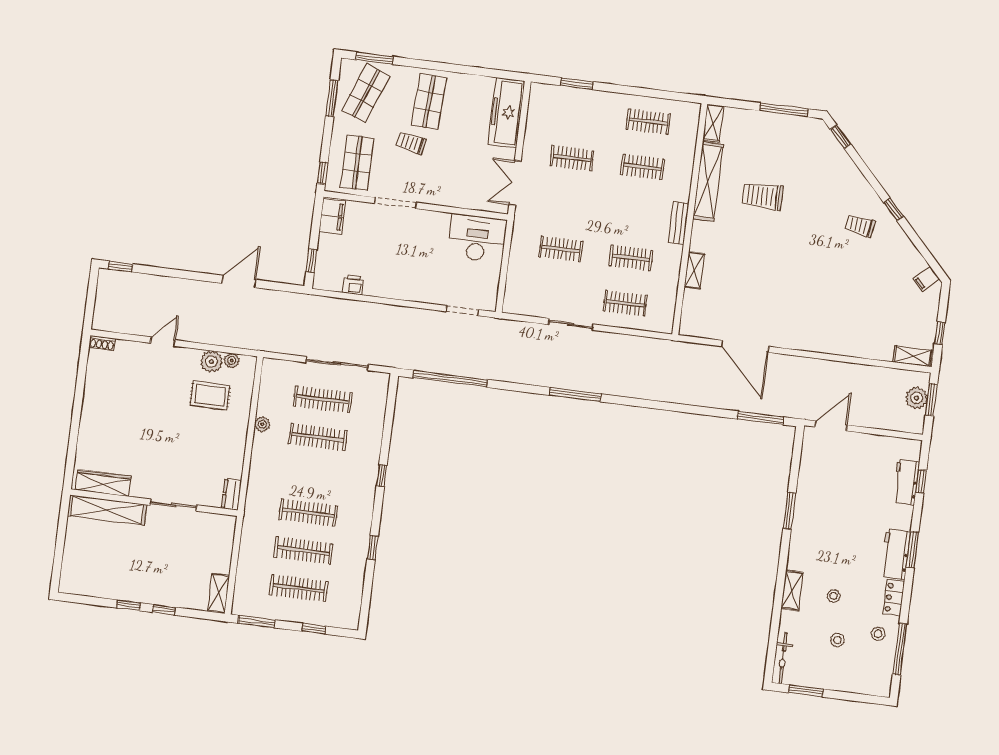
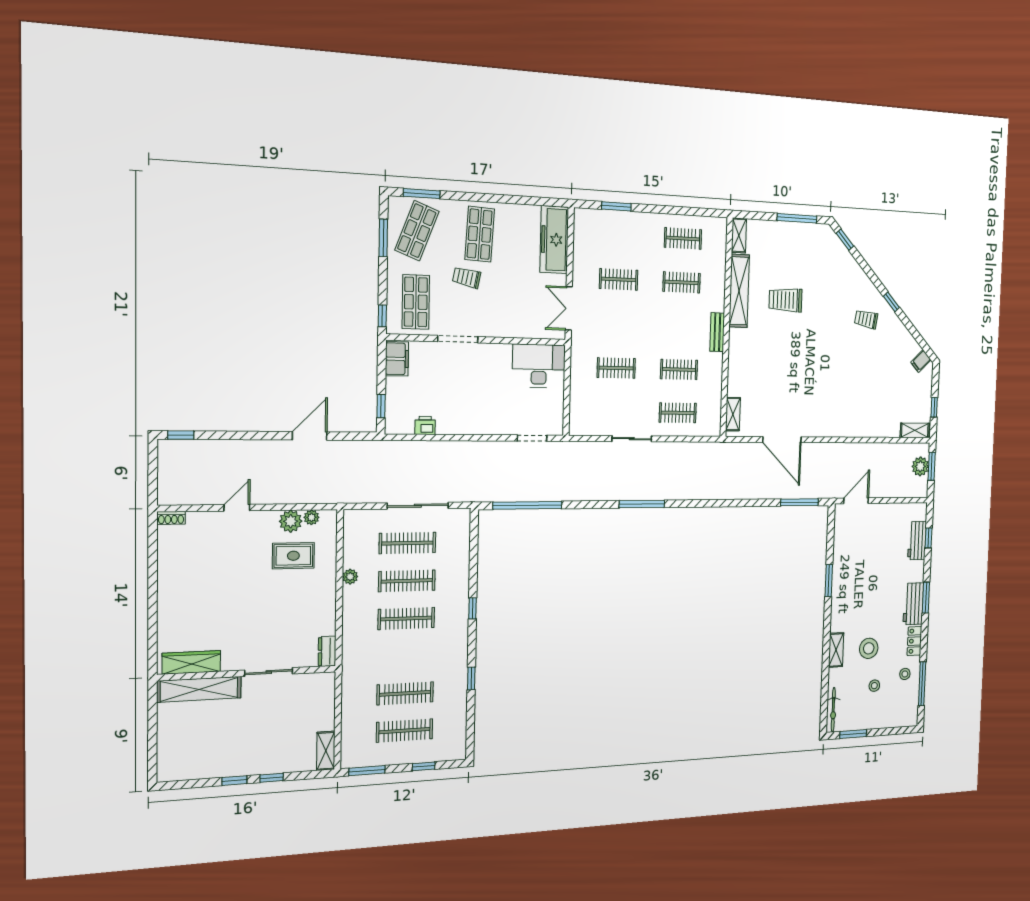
shelving: (694, 270) -> (733, 414), moved
clothes rail: (308, 513) -> (406, 618), moved
stool: (834, 596) -> (869, 648), width x1.89, depth x1.89

